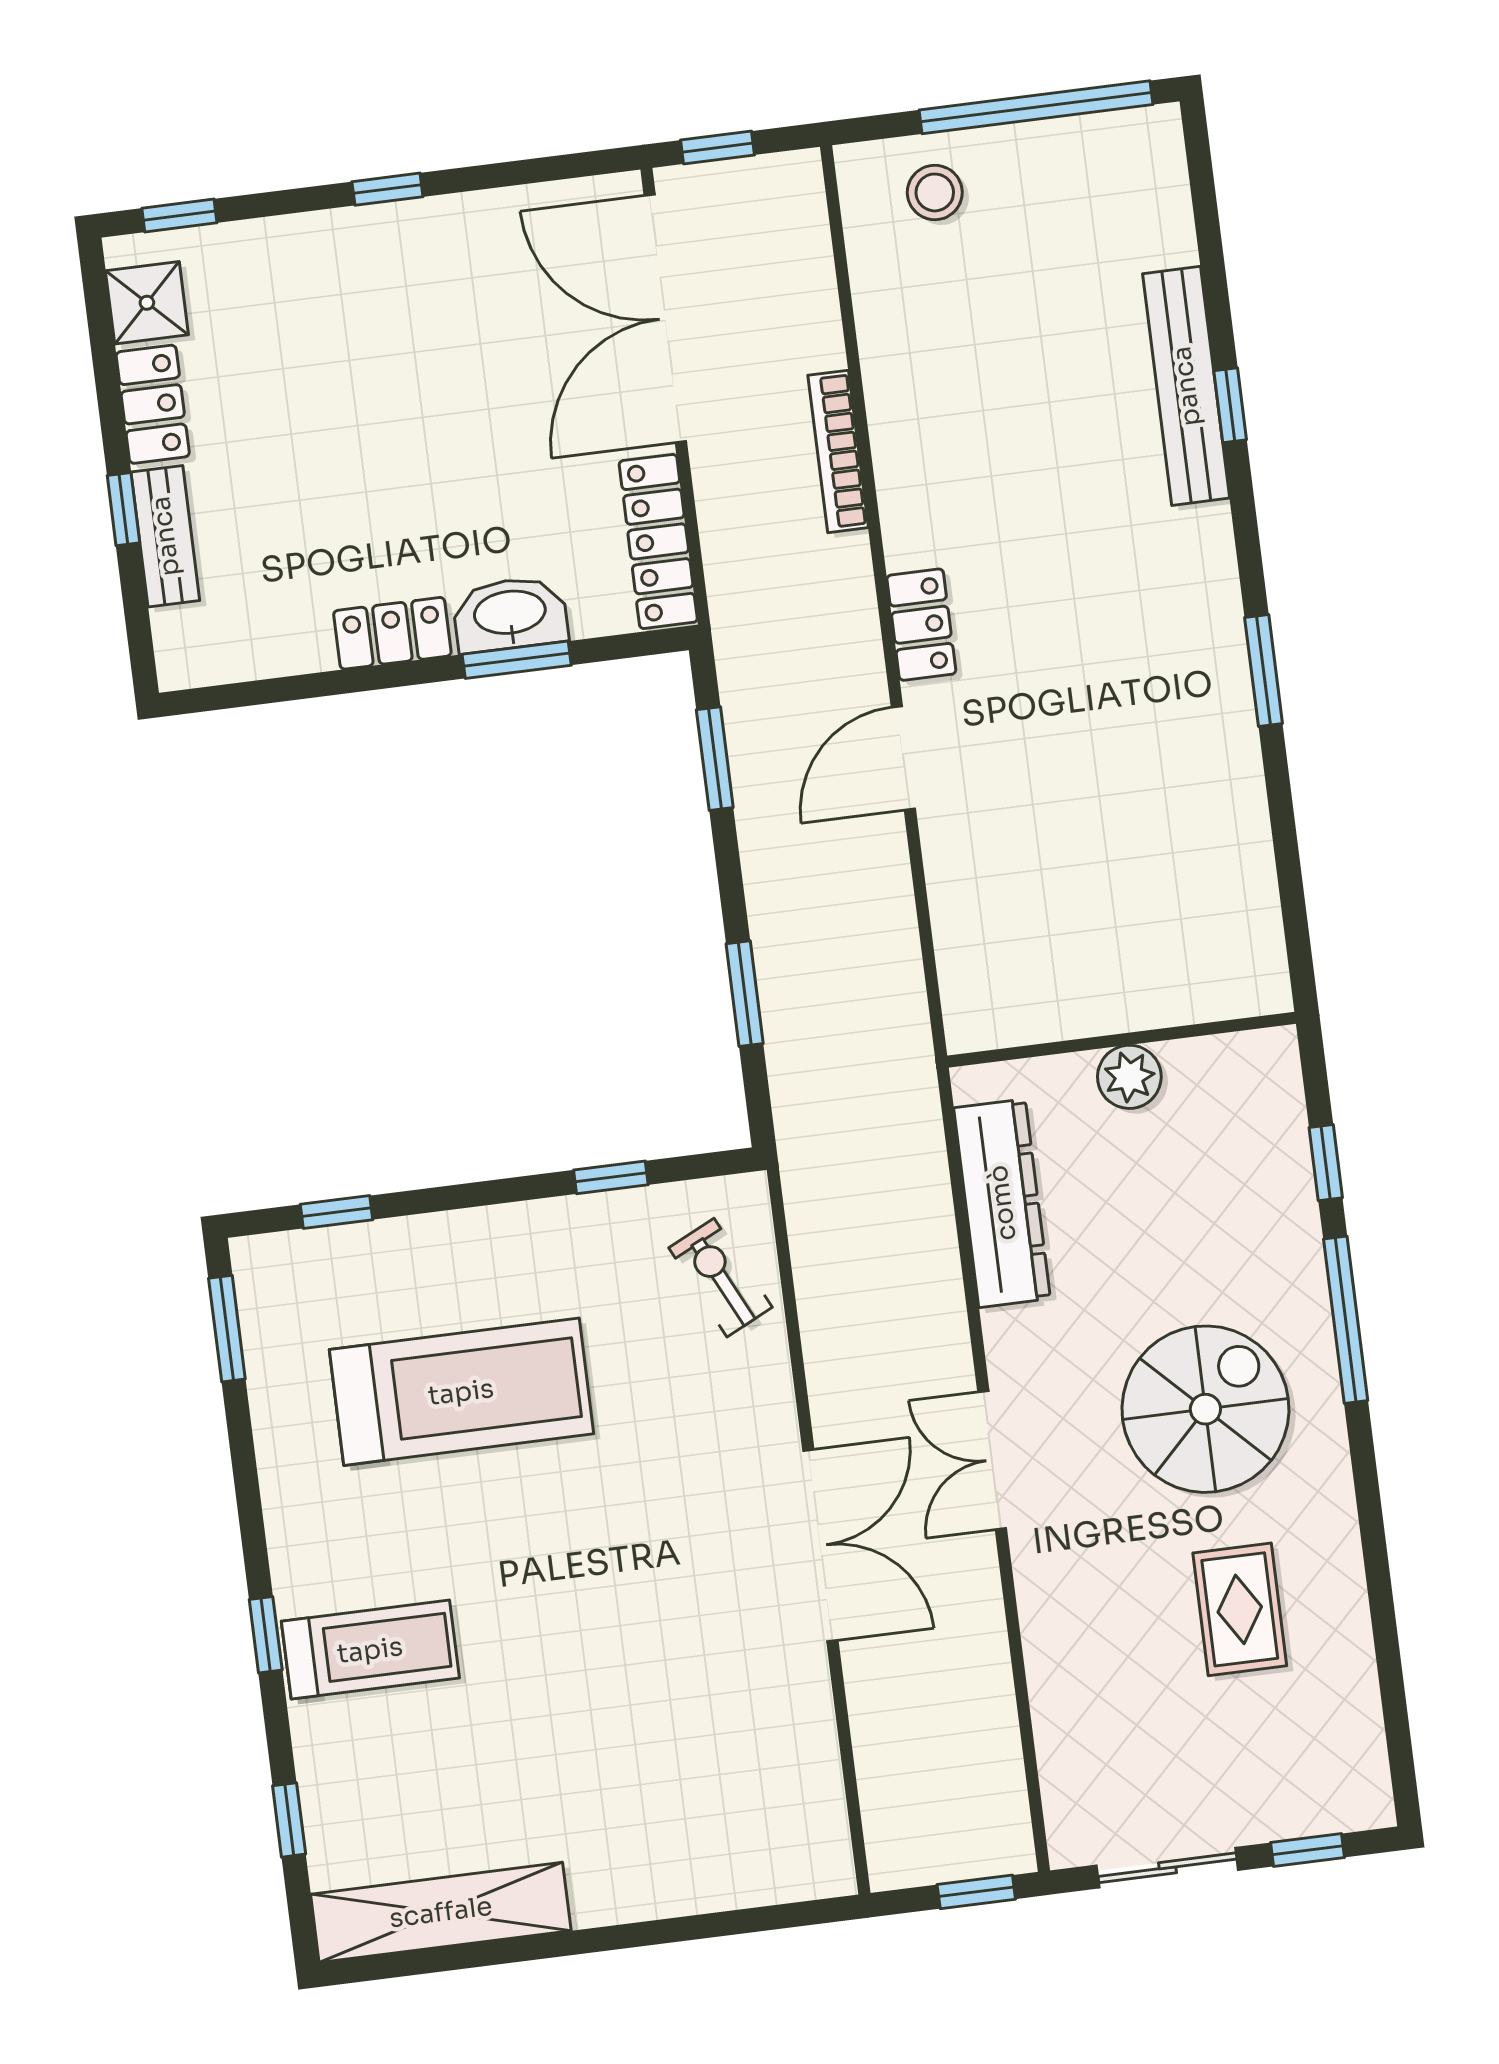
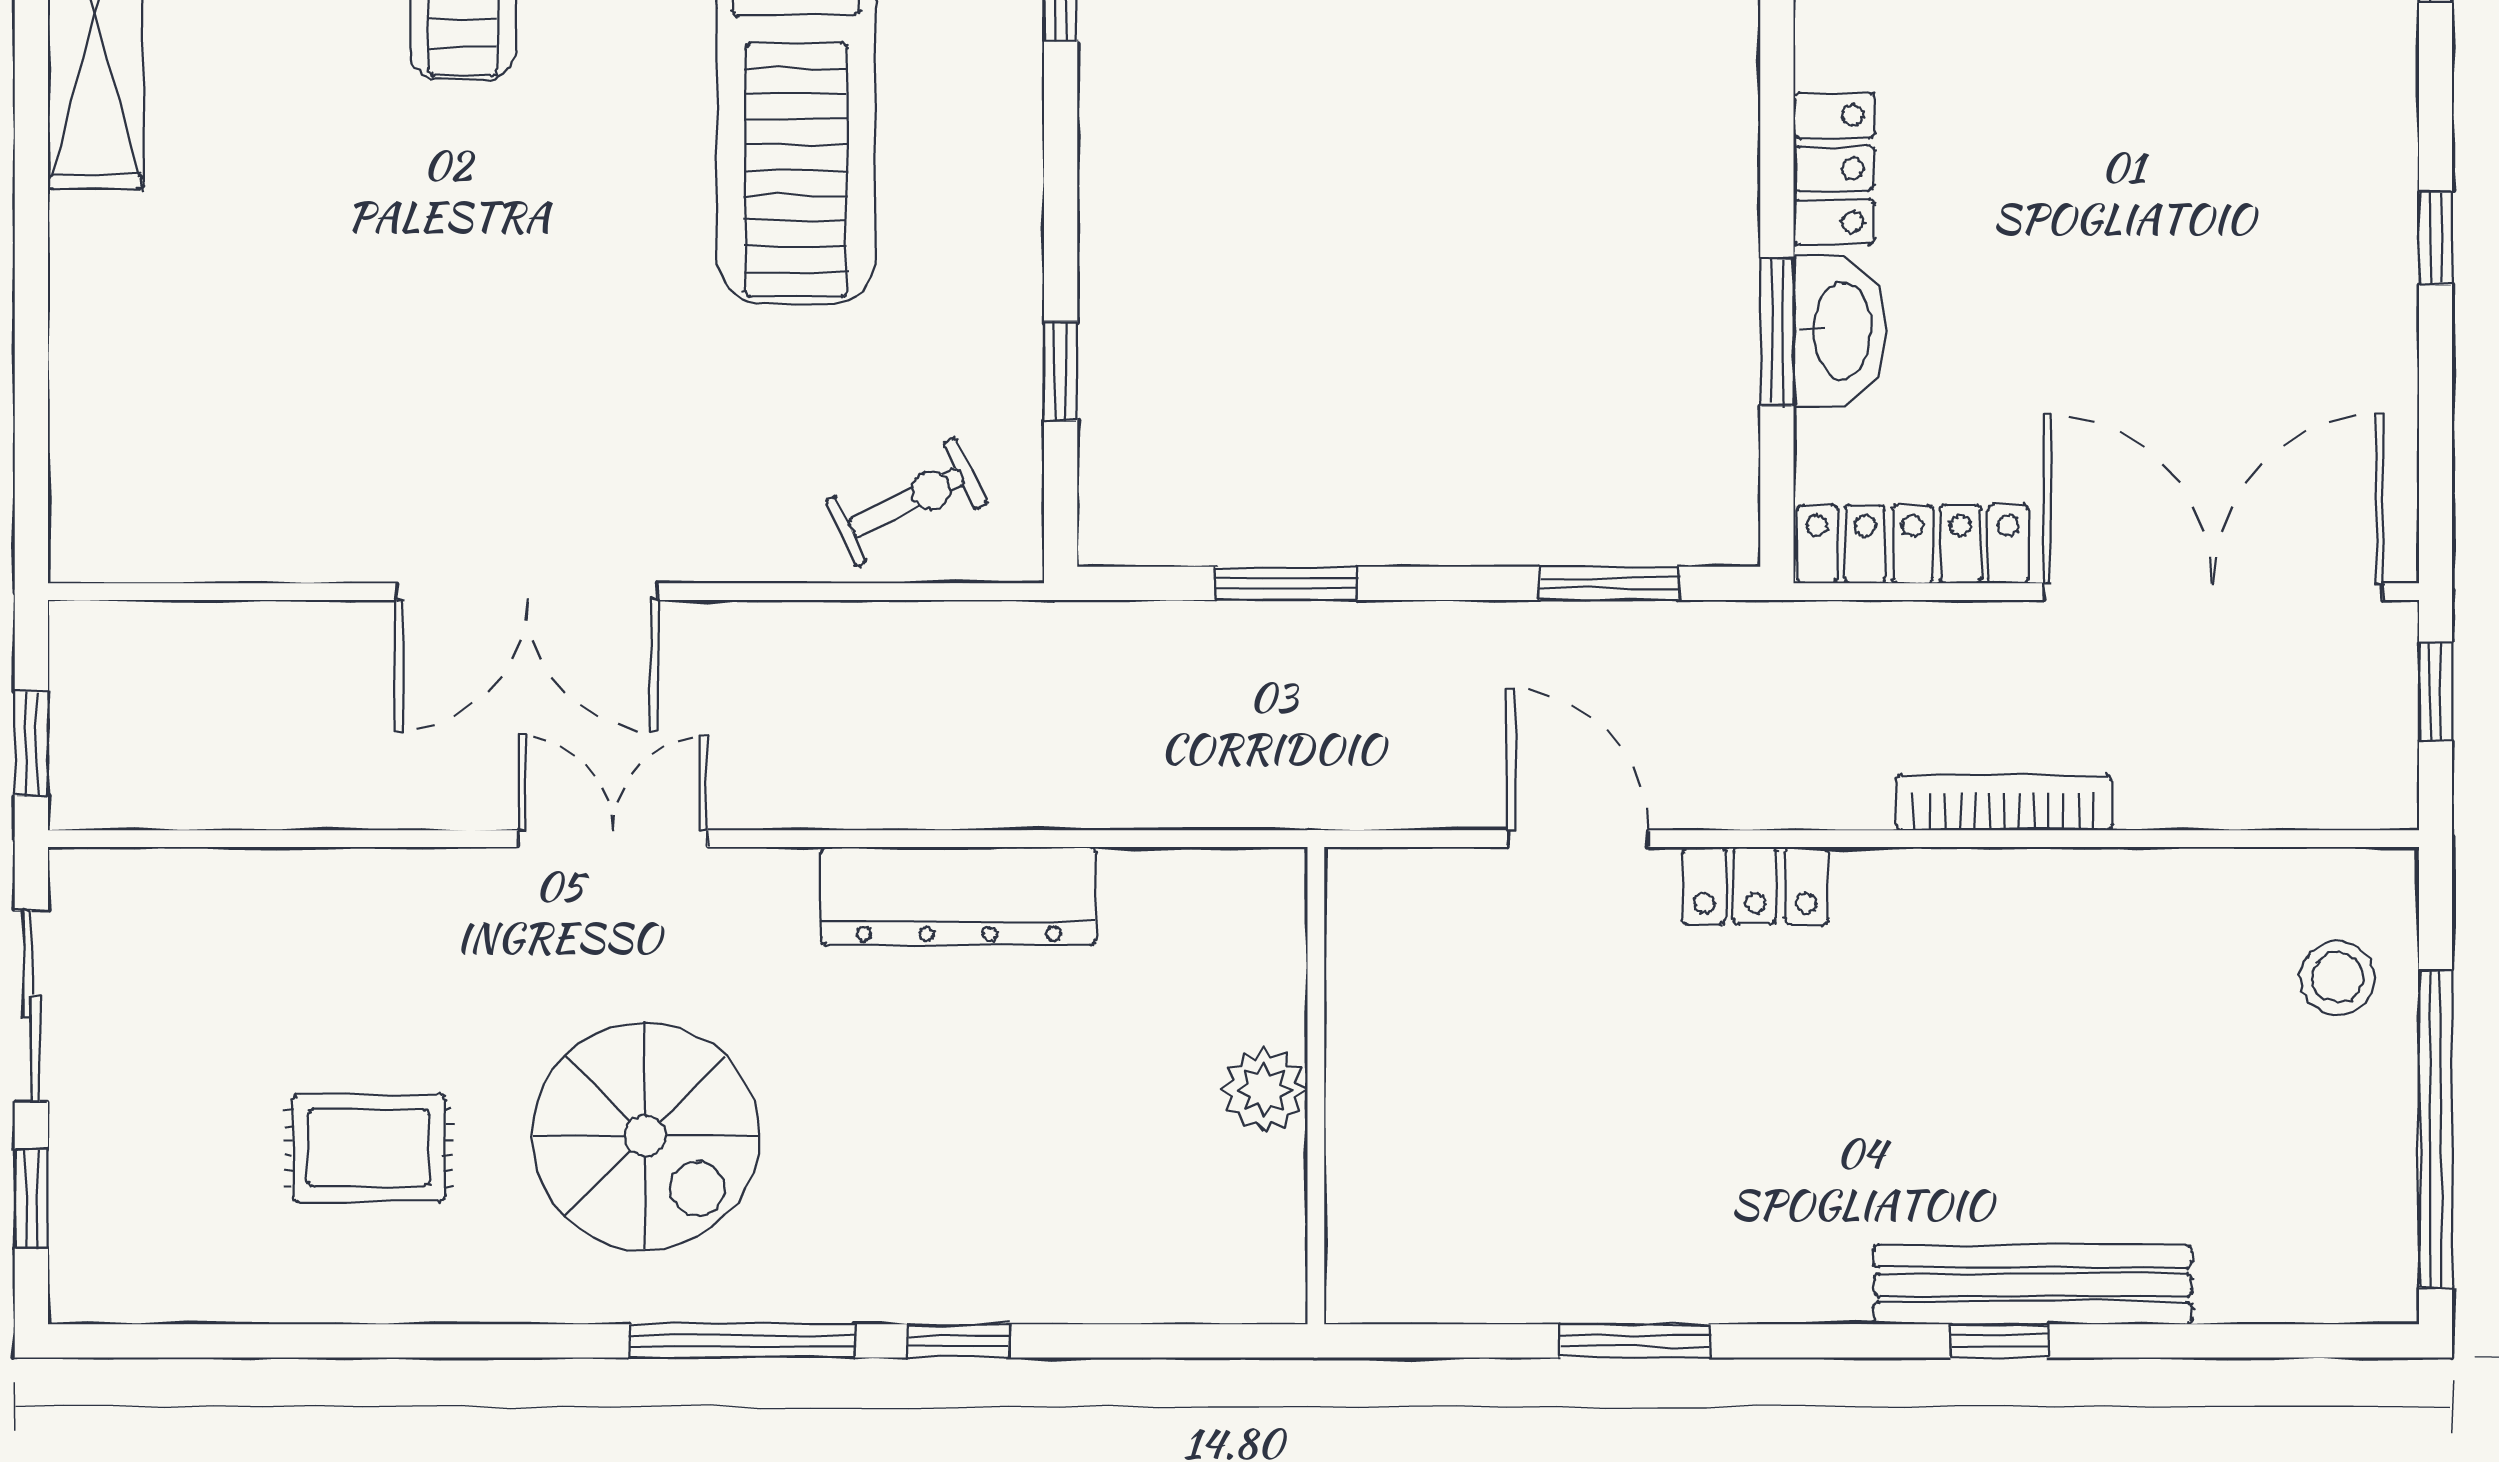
wall: (1122, 1040) -> (1316, 1086), moved
plant: (1129, 1077) -> (1264, 1090), moved

